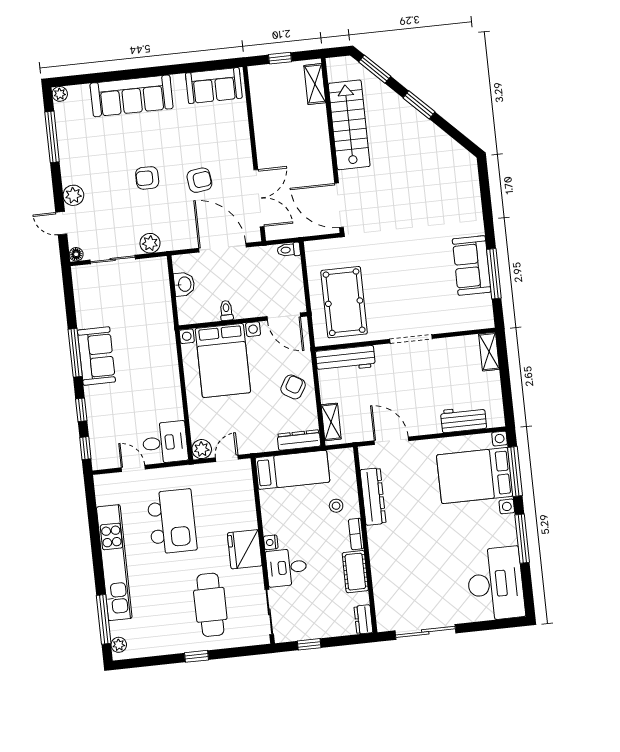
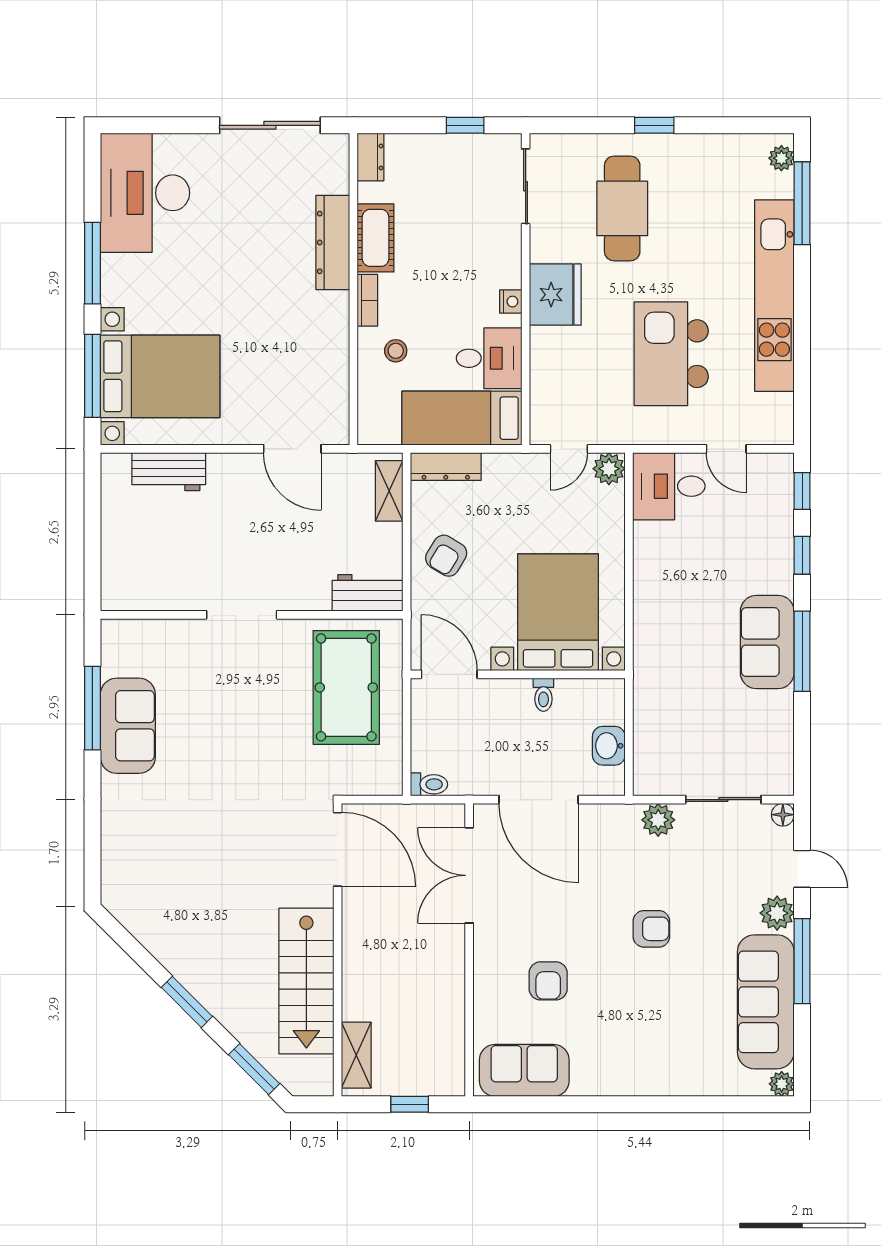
sofa: (132, 96) -> (766, 1002), moved, turned -90
window: (52, 137) -> (802, 961), moved
armchair: (199, 180) -> (548, 981), moved, turned -83
shelving: (489, 352) -> (114, 580), removed
workbench: (345, 359) -> (367, 593), width x0.73
dresser: (373, 496) -> (333, 242), moved
desk: (287, 567) -> (489, 358), moved

